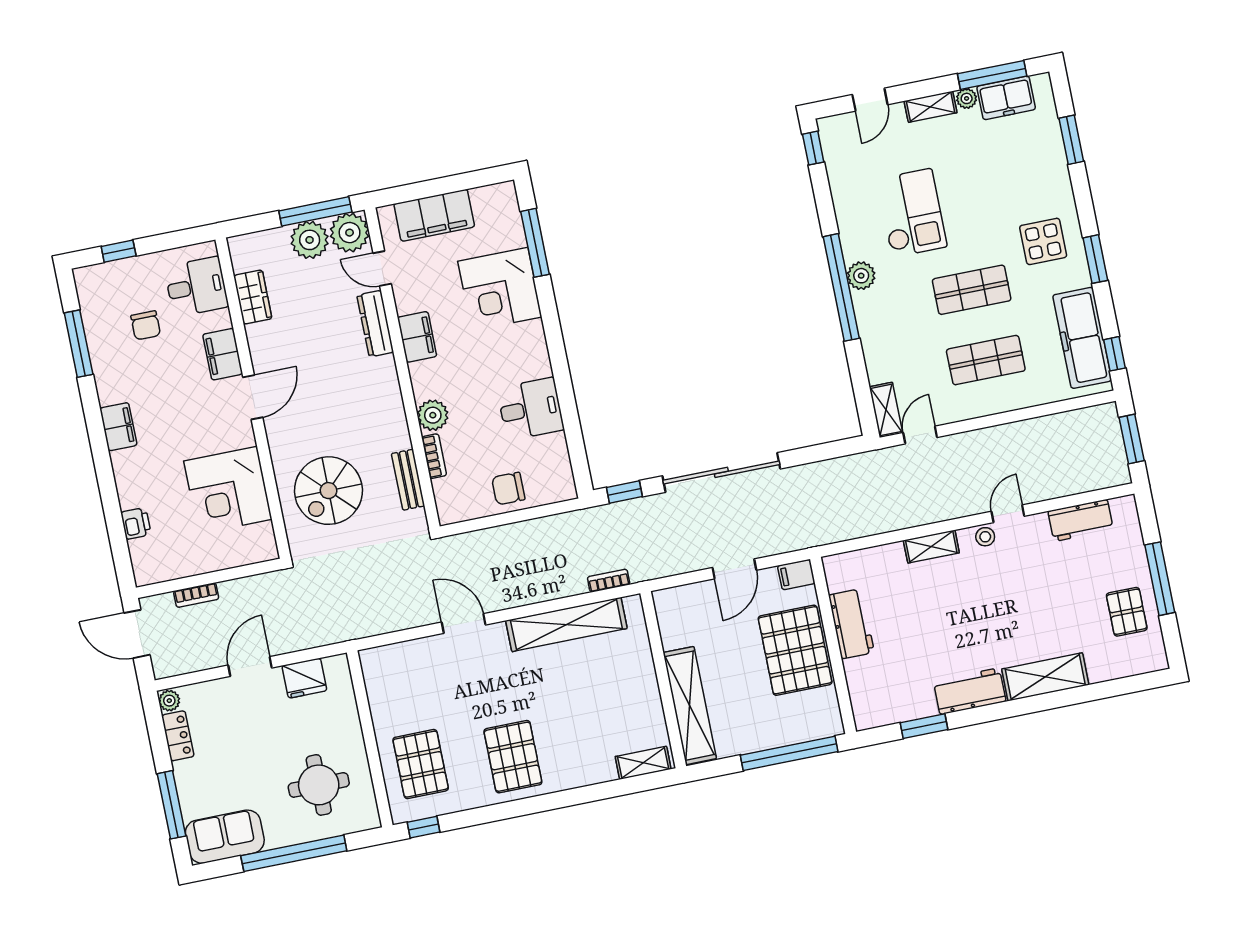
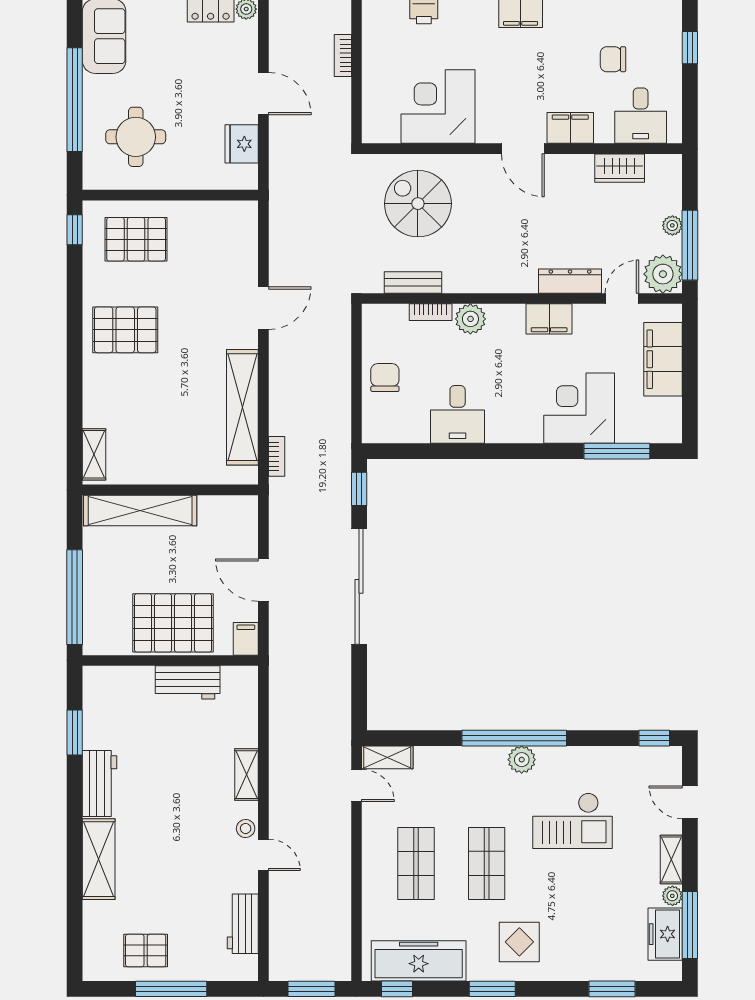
plant: (310, 240) -> (672, 225), width x0.53, depth x0.53

